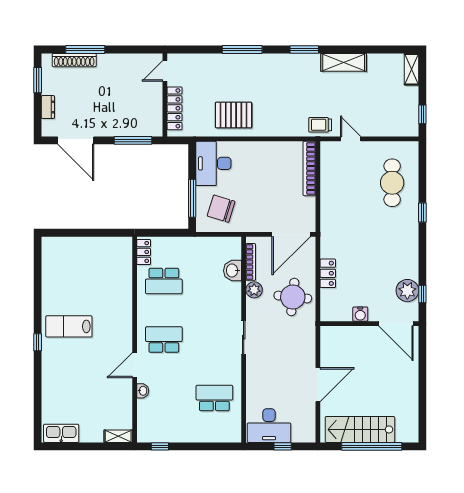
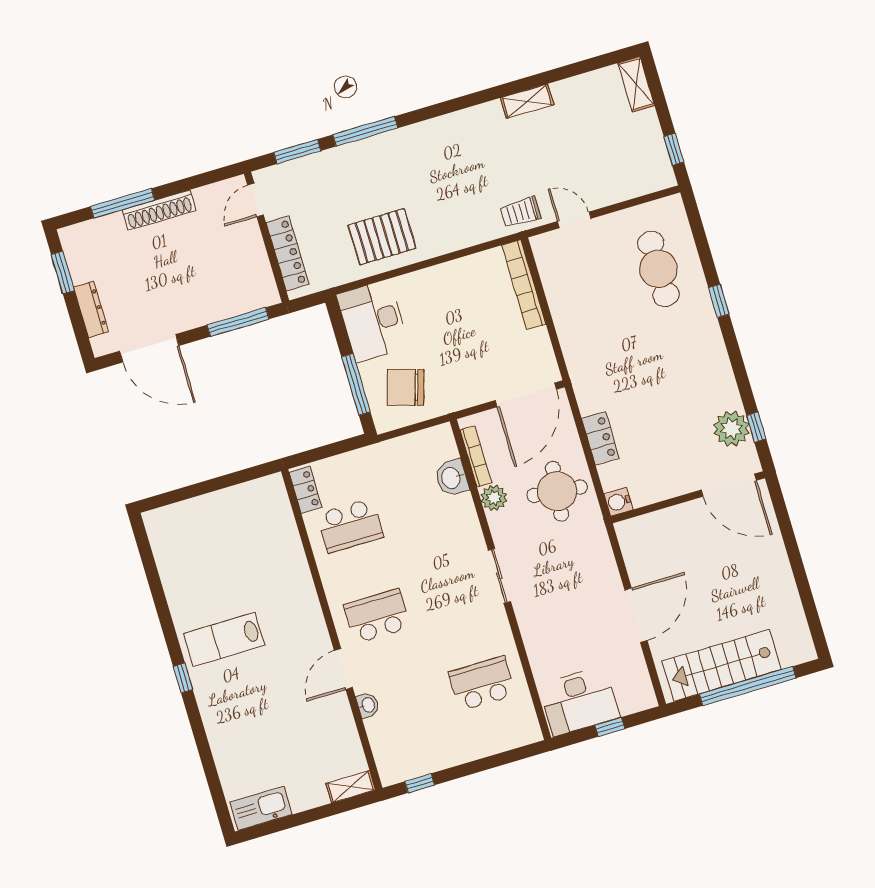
window: (304, 49) -> (297, 152), moved
shoe rack: (74, 60) -> (159, 210), moved
shelving: (344, 62) -> (527, 101), width x0.67, depth x0.75
dresser: (48, 107) -> (91, 309), width x1.44
water cooler: (360, 314) -> (618, 502), moved, turned 90

